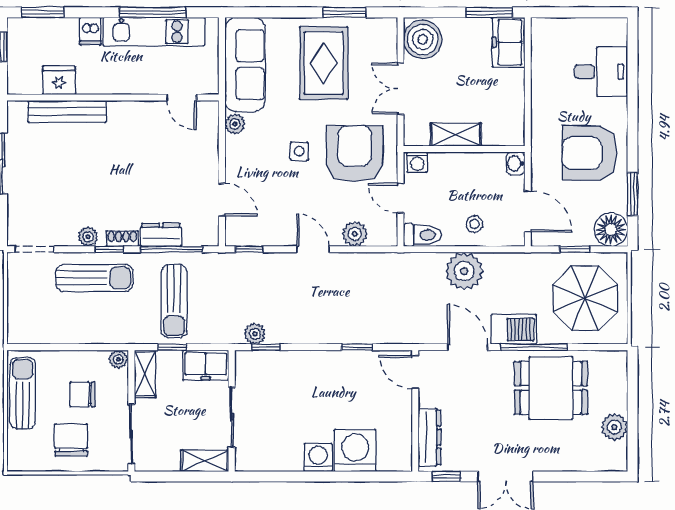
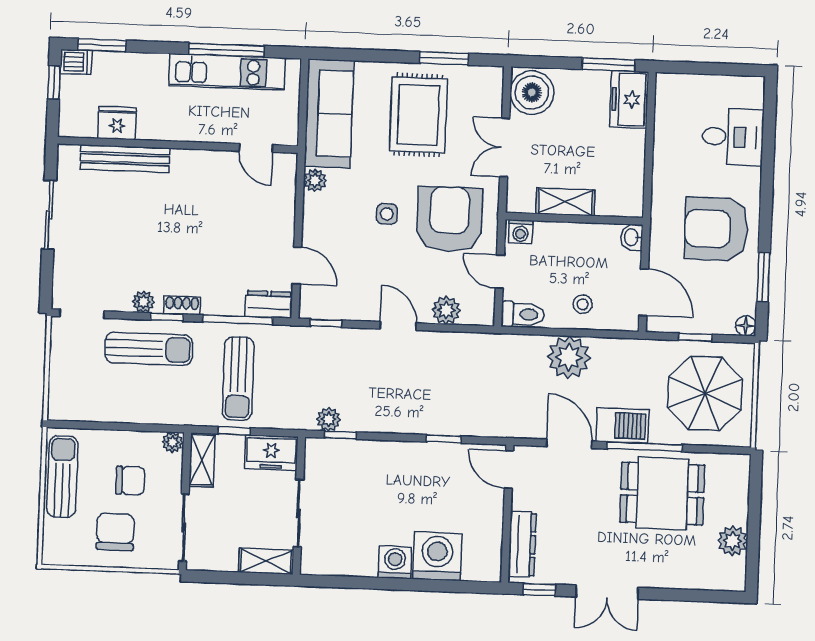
dishwasher: (90, 31) -> (76, 62), moved, turned -90
floor lamp: (611, 230) -> (746, 326), width x0.53, depth x0.53
dresser: (161, 235) -> (269, 304), moved
chair: (83, 394) -> (130, 481), turned 180

